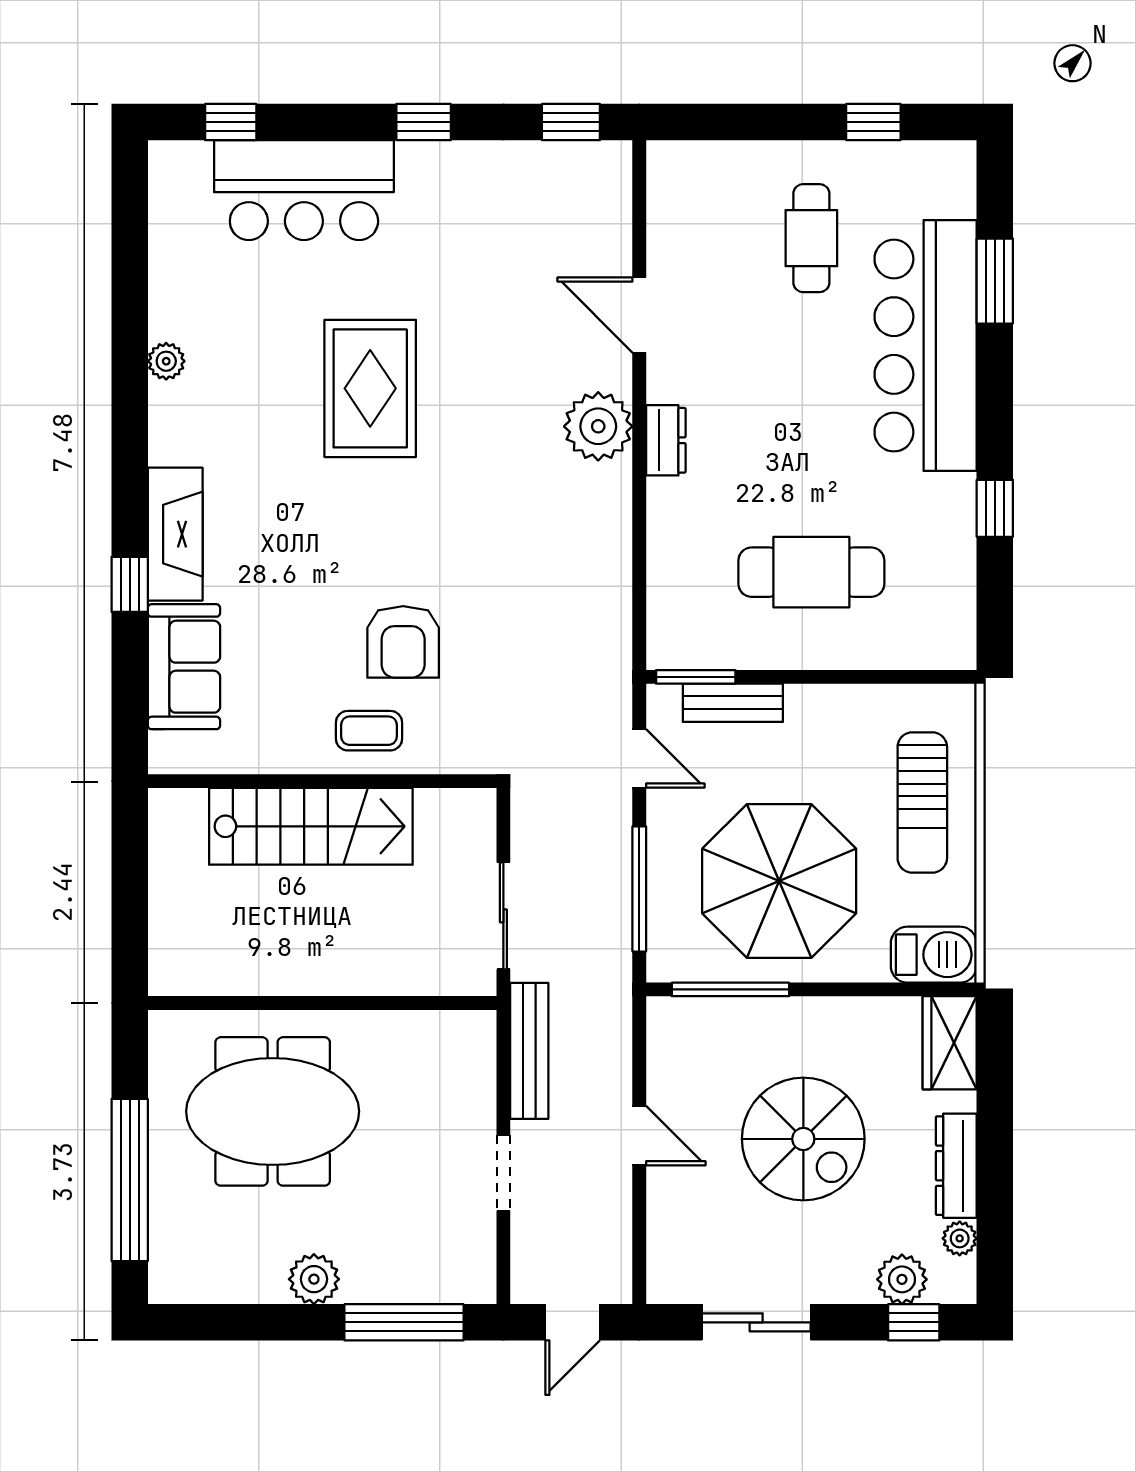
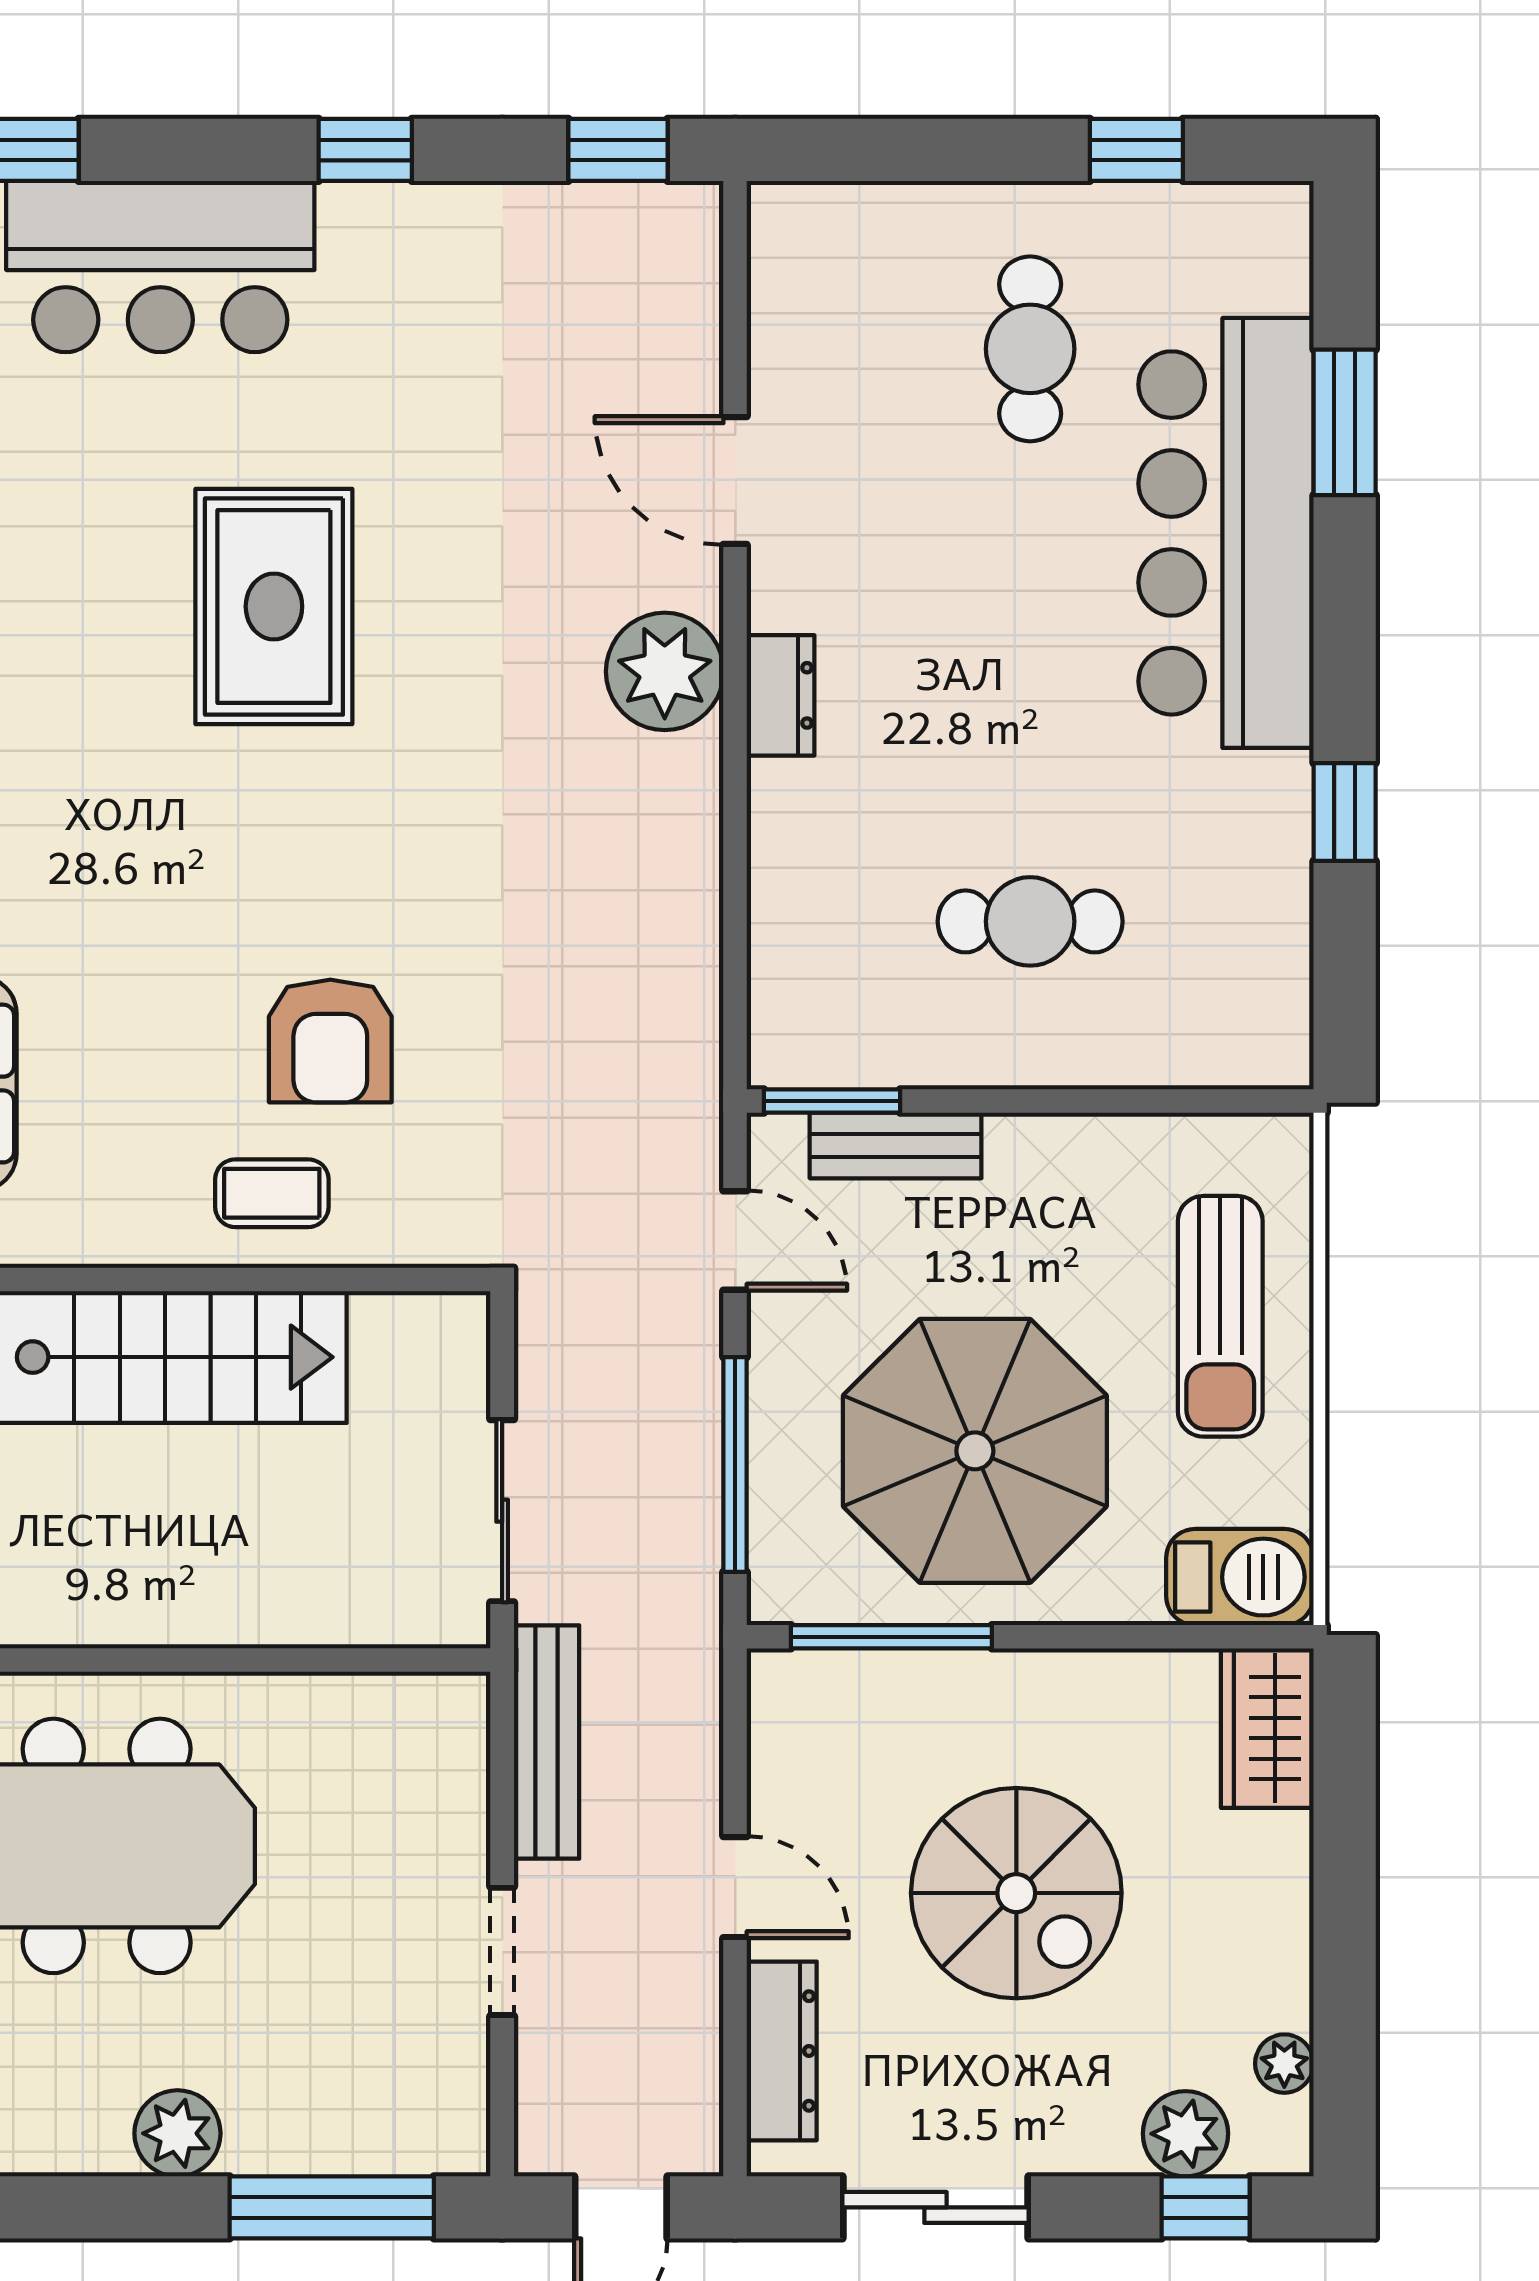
cafe table: (811, 572) -> (1030, 921), width x0.73, depth x0.74
dresser: (956, 1166) -> (782, 2051), moved, turned 180

